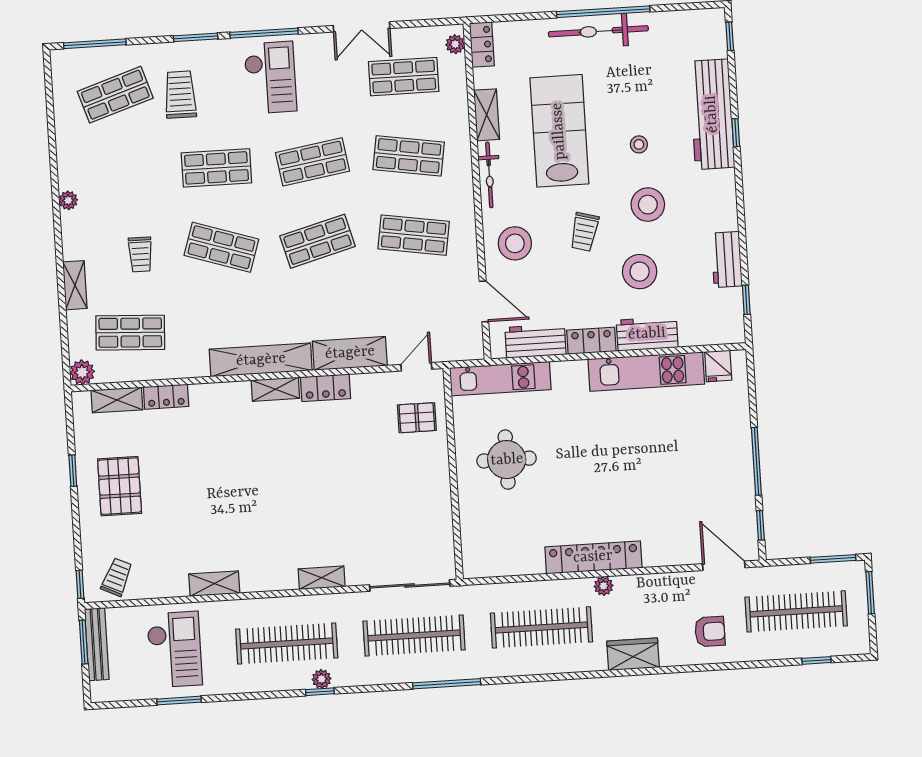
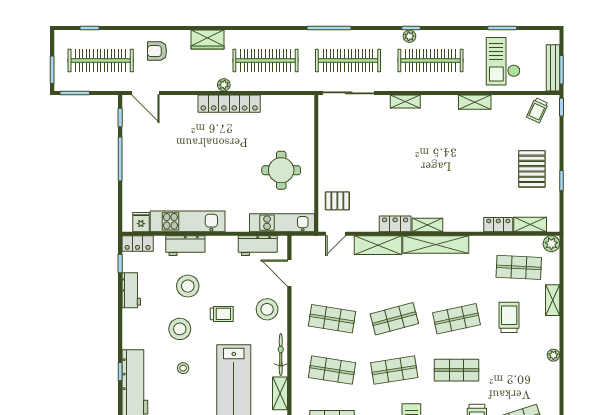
trolley: (584, 232) -> (222, 314), turned 75
shop shelf: (221, 247) -> (457, 319), turned -30
trolley: (140, 254) -> (509, 317), width x1.36, depth x1.39
locker: (591, 341) -> (138, 243), moved

